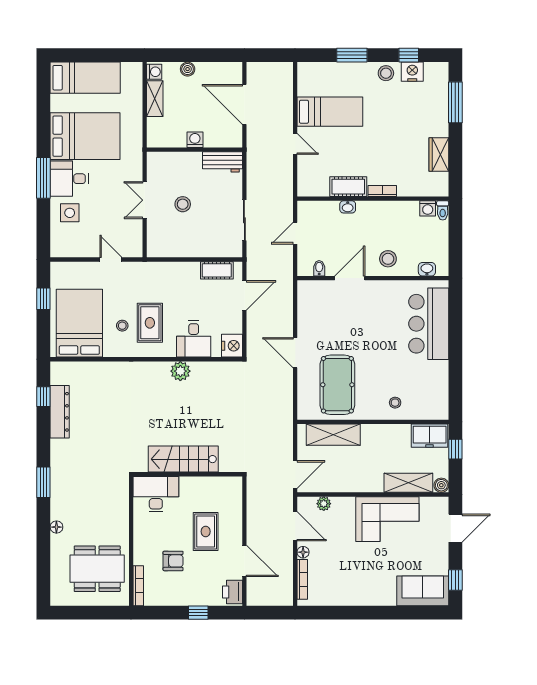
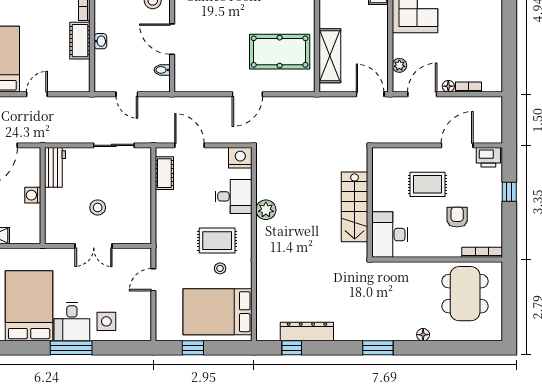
bookcase: (302, 579) -> (469, 87), width x0.64

